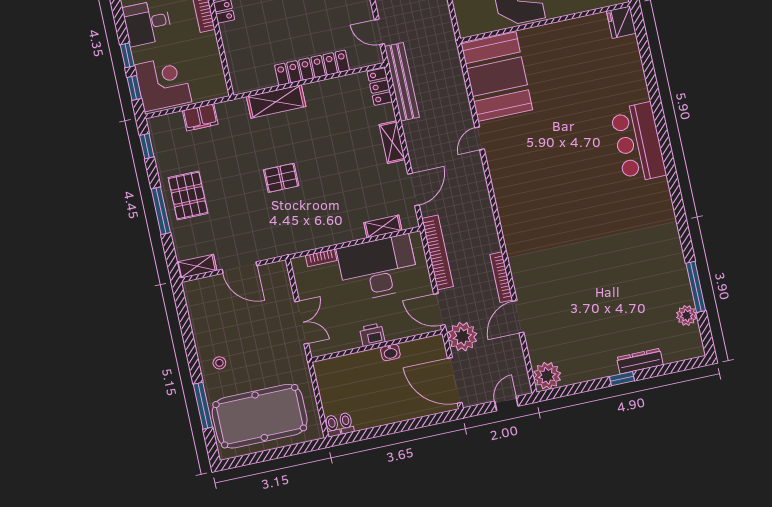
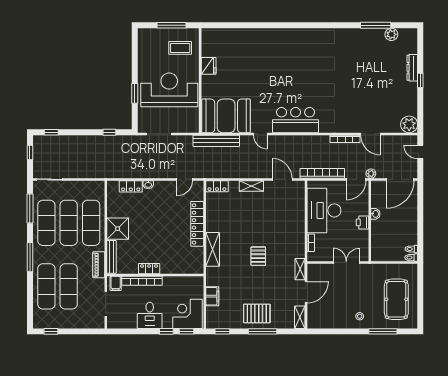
fridge: (621, 22) -> (209, 66), moved, turned -90
bench: (402, 82) -> (216, 141), moved
bar counter: (638, 143) -> (296, 120), moved, turned 180
shelving: (383, 226) -> (300, 269), moved
plant: (462, 337) -> (371, 174), width x0.53, depth x0.53
pool table: (260, 416) -> (396, 299), width x0.73, depth x0.76

